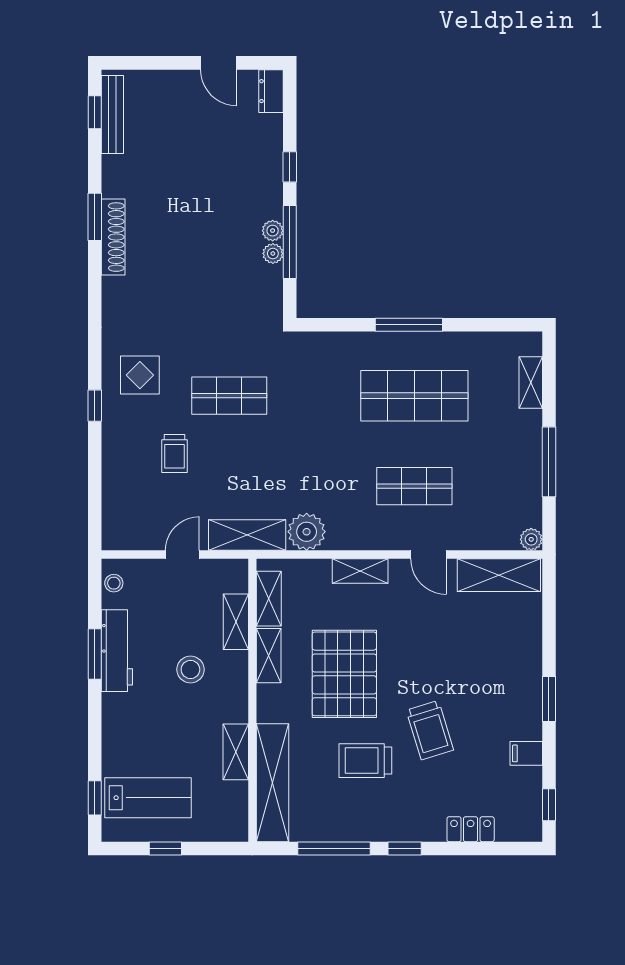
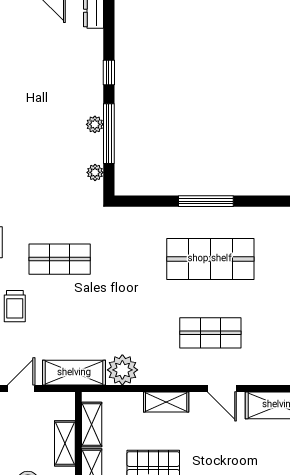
plant: (273, 253) -> (95, 172), moved

